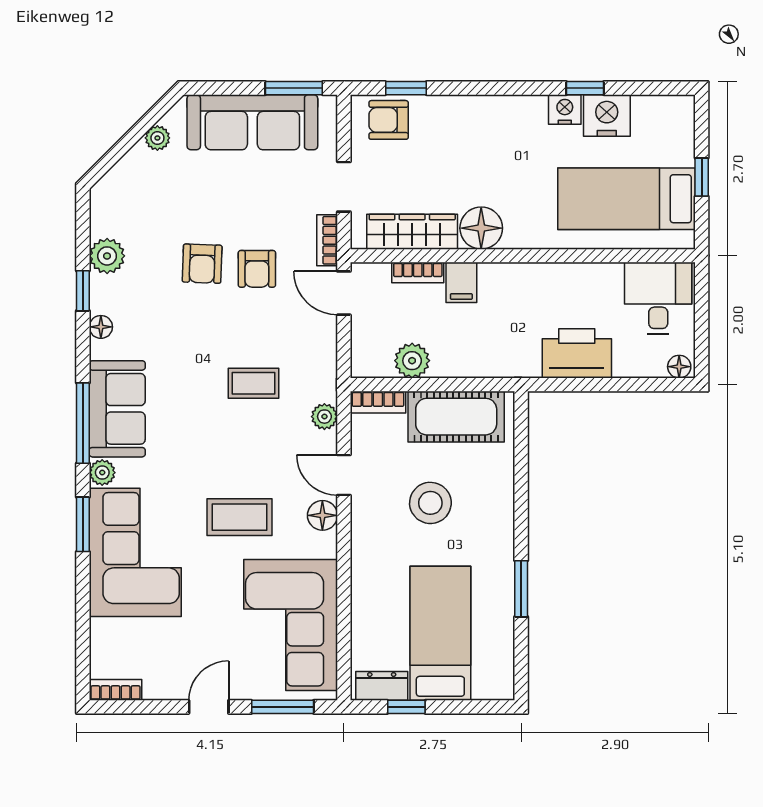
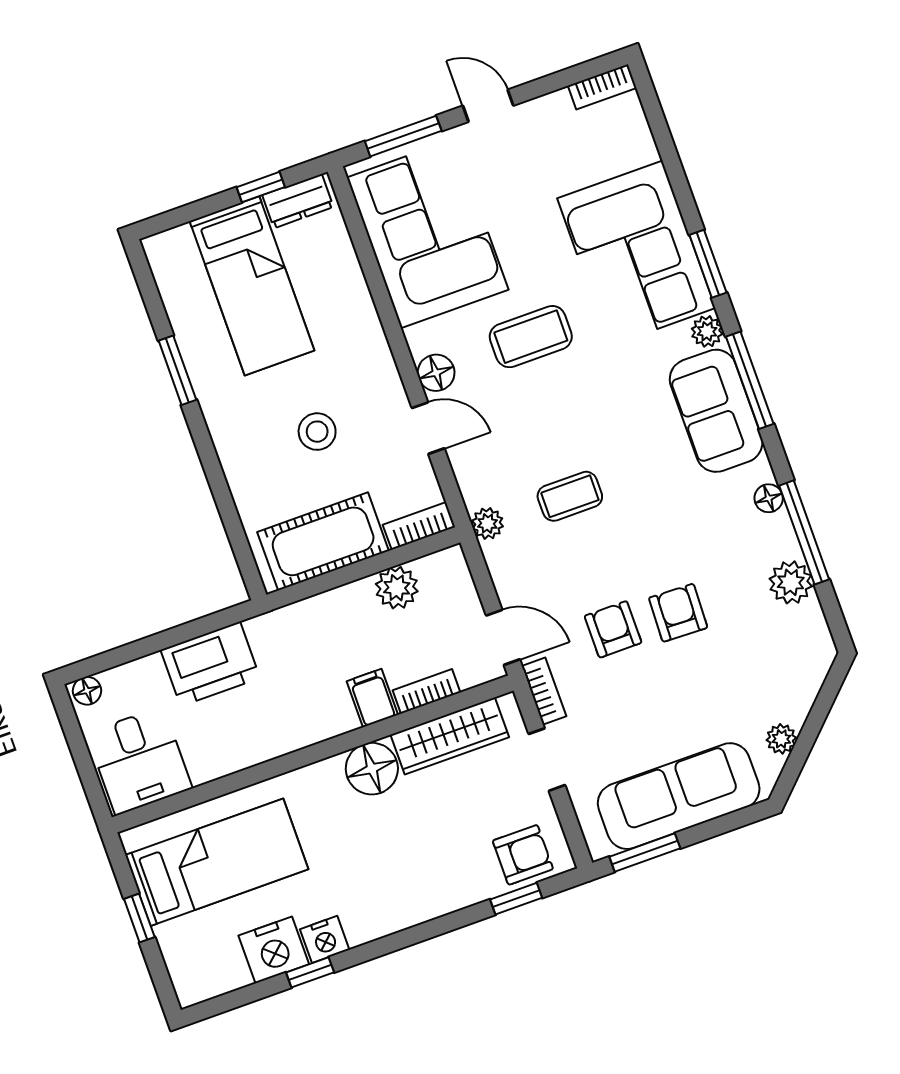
window: (83, 291) -> (804, 532), width x2.17
plant: (324, 417) -> (487, 523), moved
stool: (430, 503) -> (317, 432), width x0.73, depth x0.73
door: (209, 707) -> (488, 106), swing flipped

